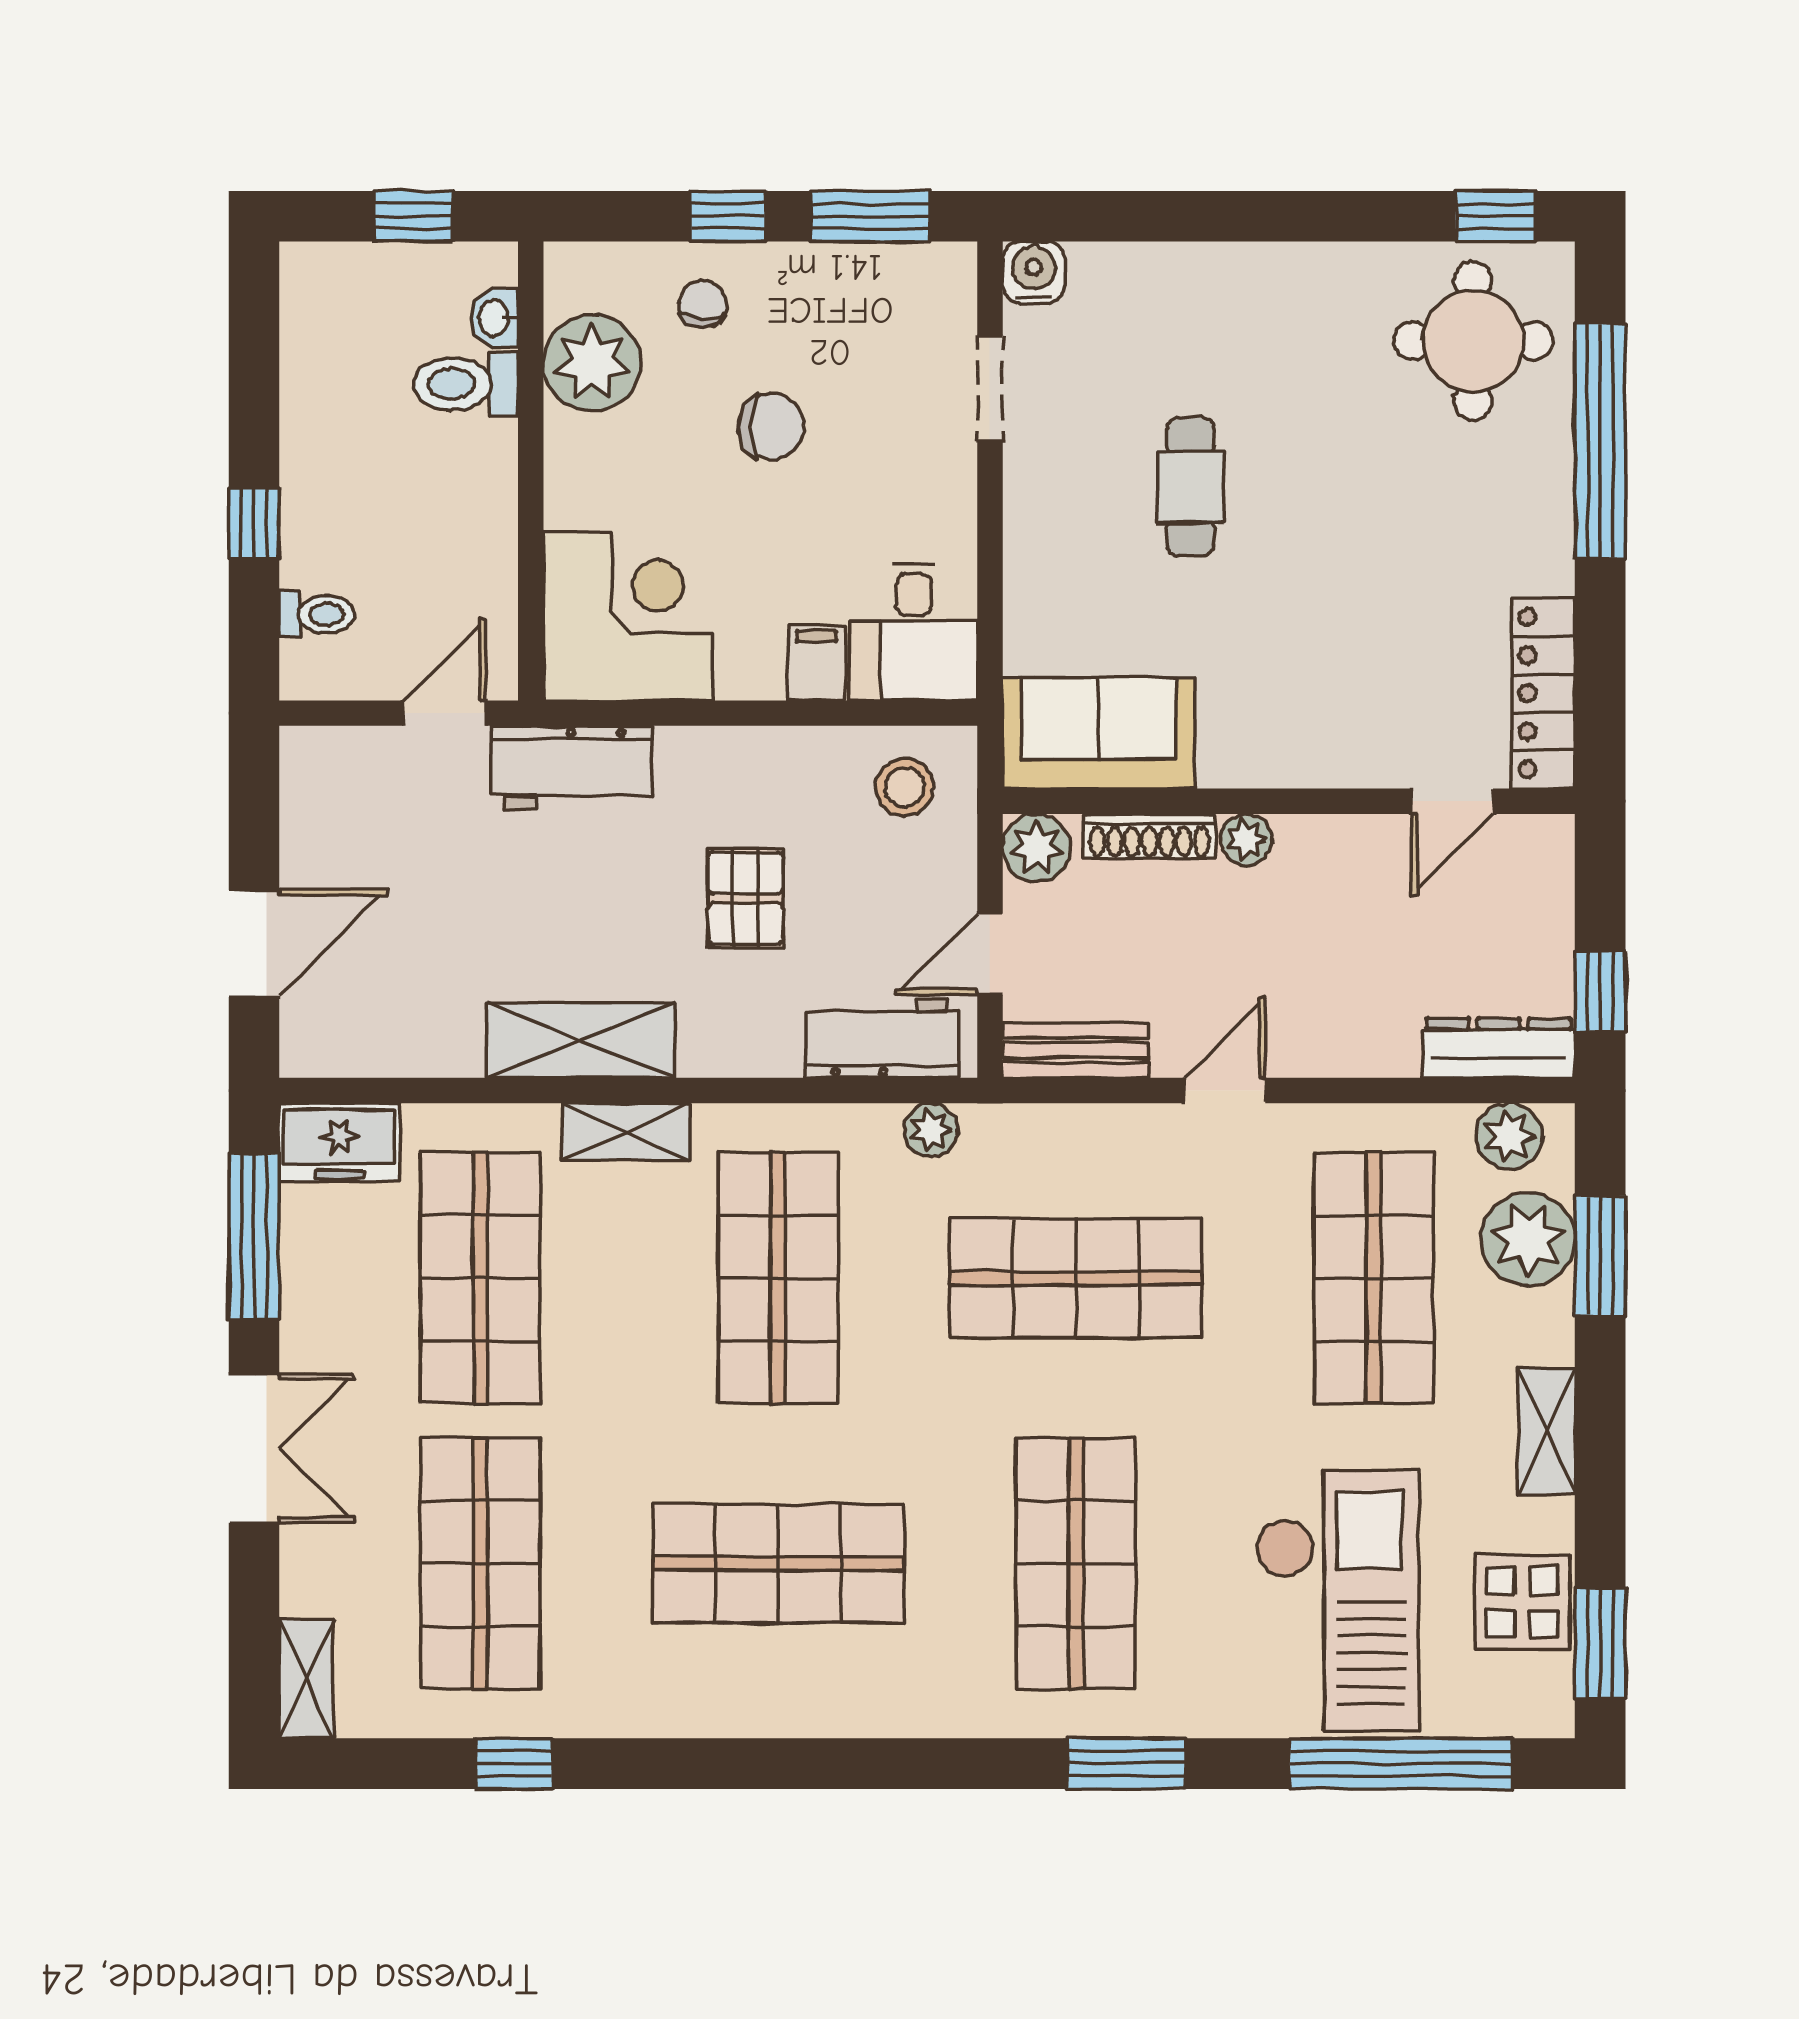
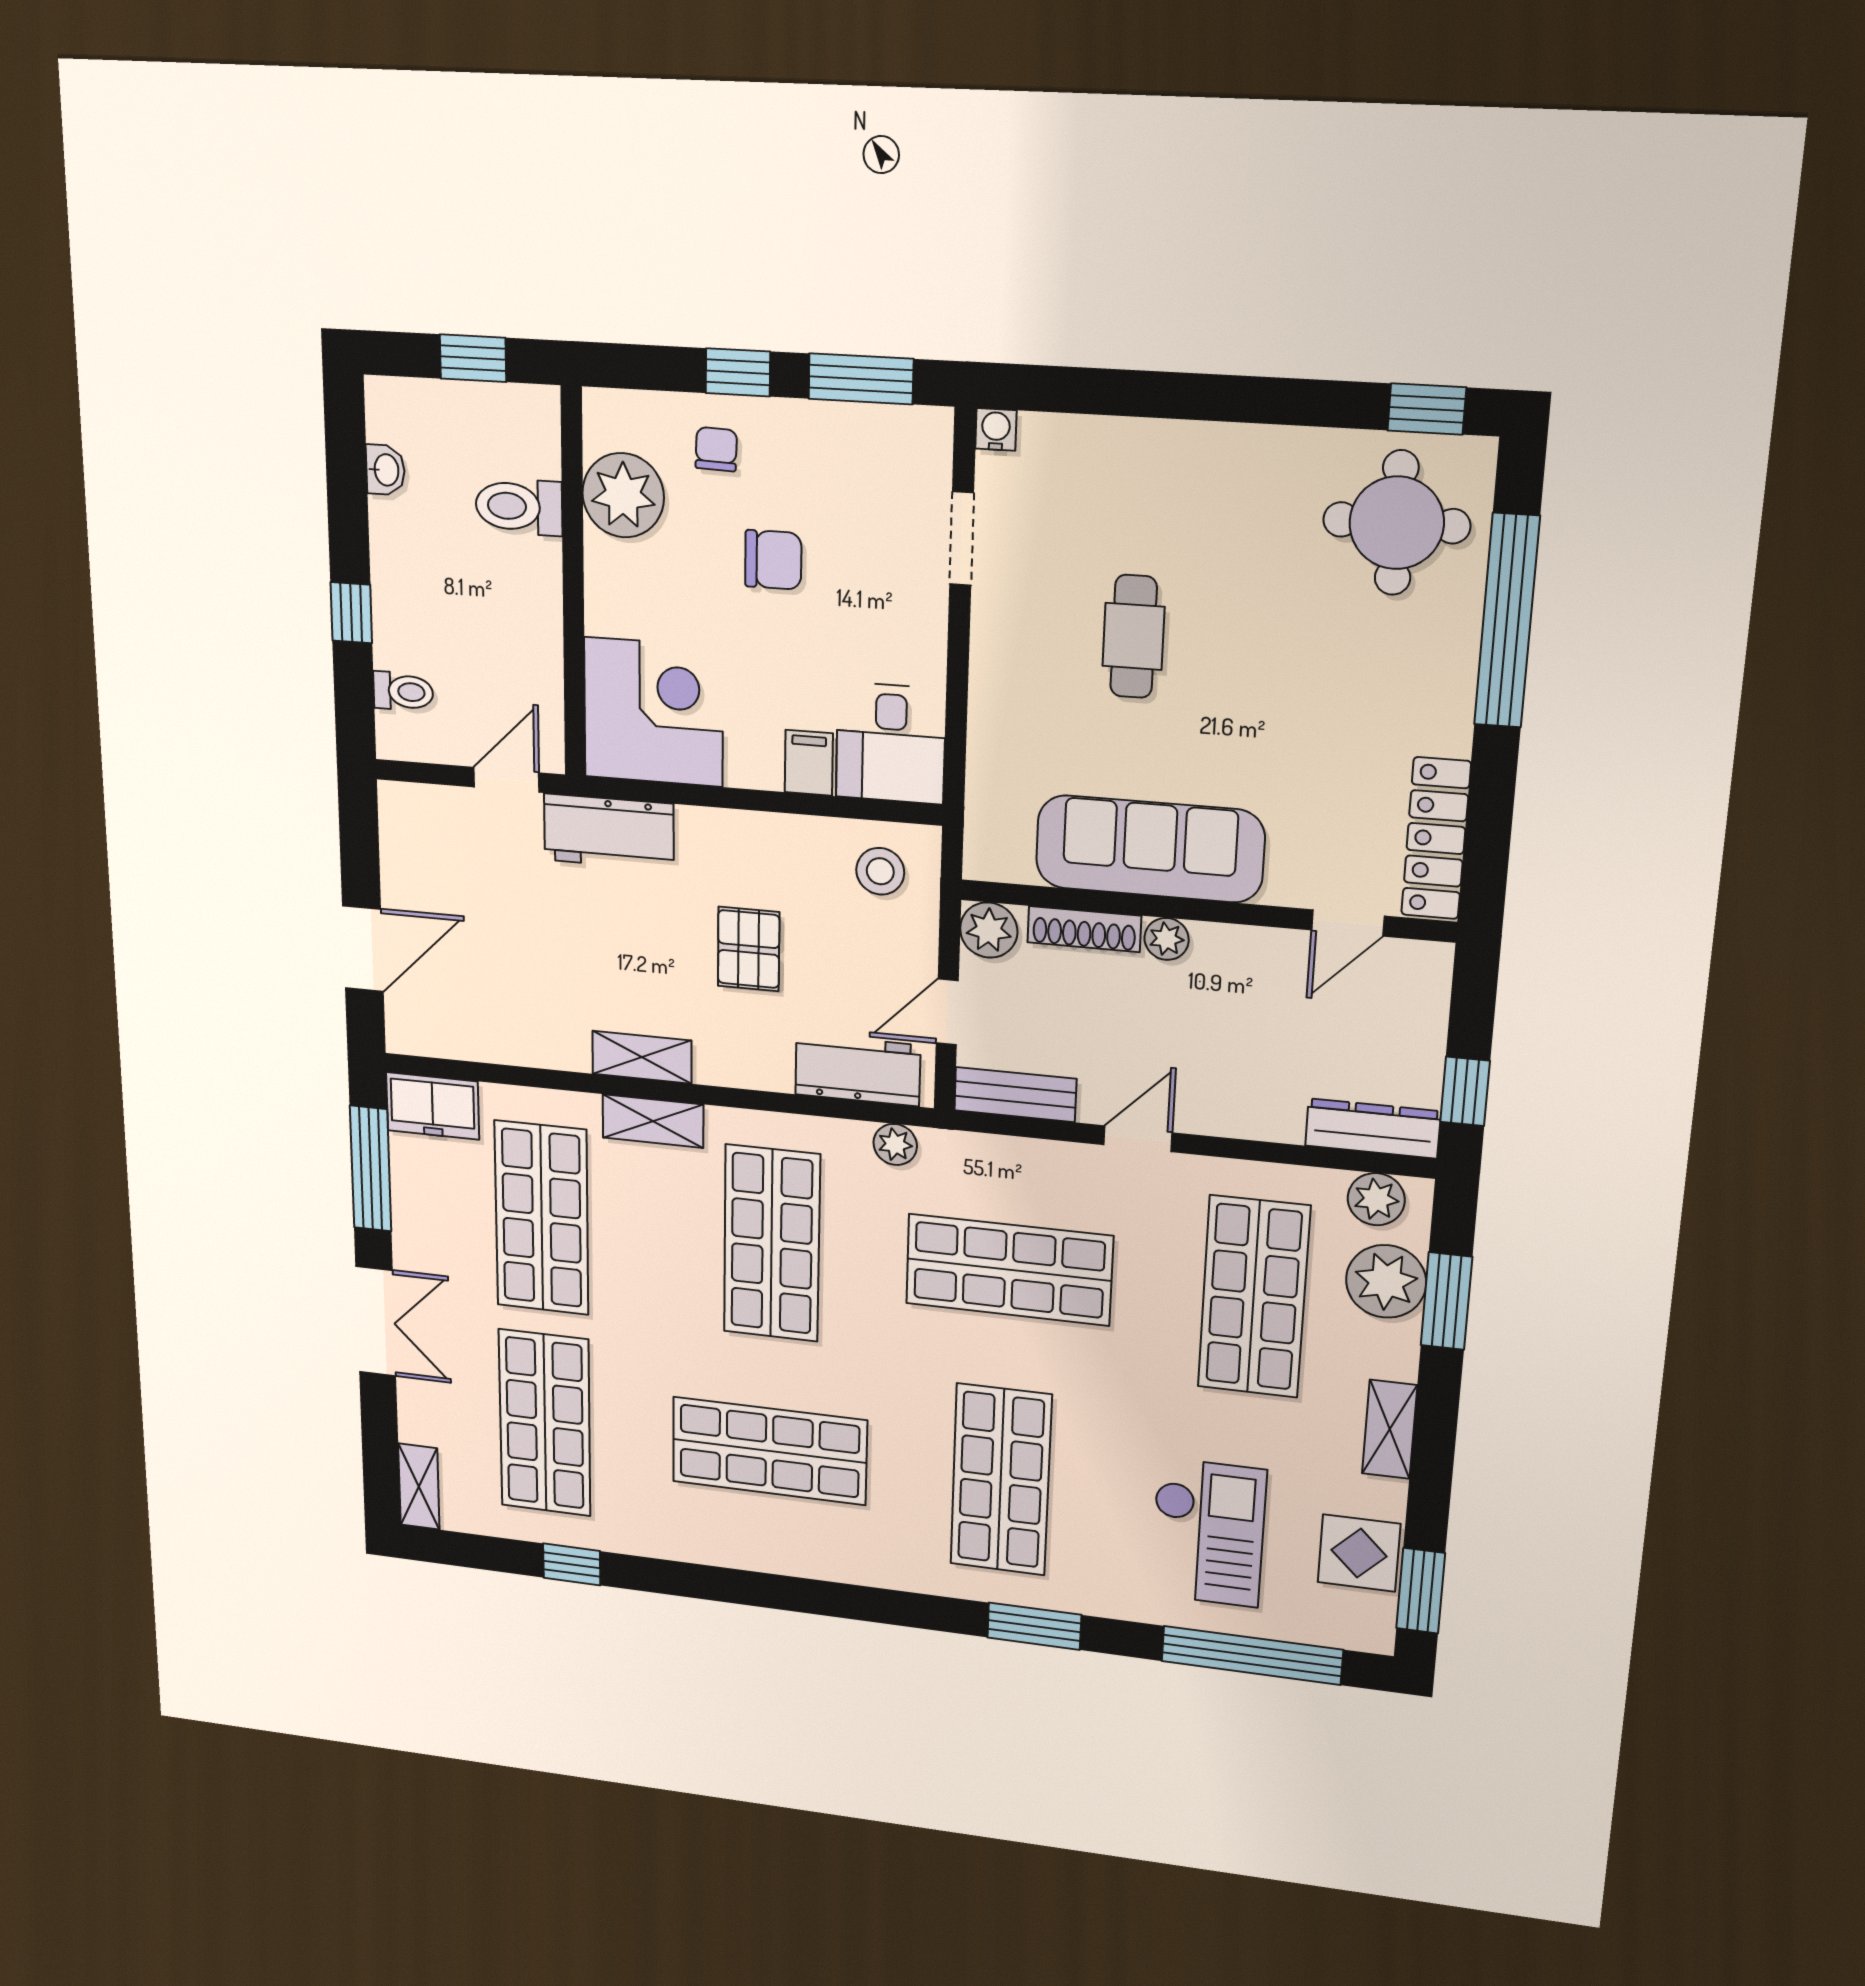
water cooler: (1034, 272) -> (996, 429), width x0.72, depth x0.72
washbasin: (495, 318) -> (385, 470), moved, turned 180
sofa: (1099, 733) -> (1150, 849), moved, width x1.36
shelving: (581, 1040) -> (642, 1057), width x0.67, depth x0.75
checkout: (1337, 1600) -> (1208, 1532), width x0.73, depth x0.83

